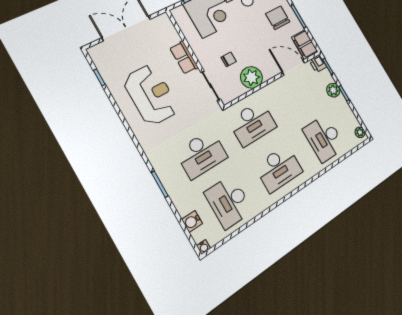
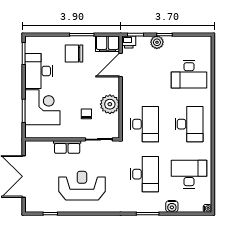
plant: (360, 132) -> (203, 41), removed
desk: (229, 202) -> (189, 174), turned 180
water cooler: (192, 221) -> (172, 206), moved

